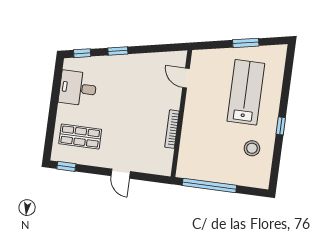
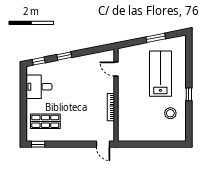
door: (121, 174) -> (103, 144), moved
window: (209, 185) -> (143, 144), removed

